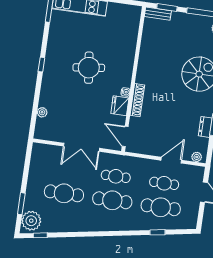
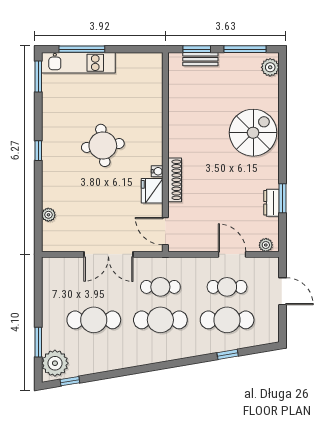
bench: (158, 14) -> (200, 59), moved
door: (171, 160) -> (232, 254), hinge flipped

